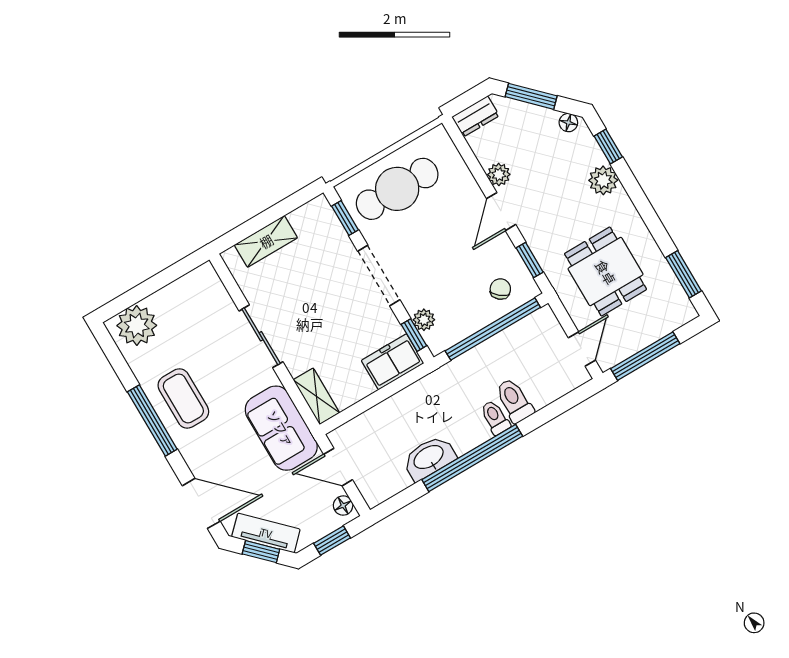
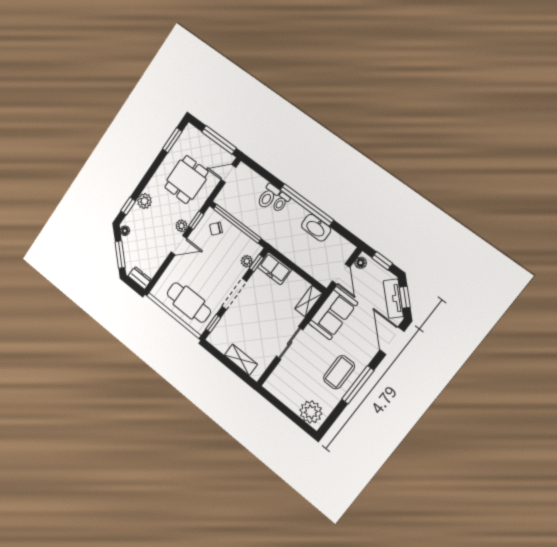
plant: (499, 174) -> (182, 226), moved

